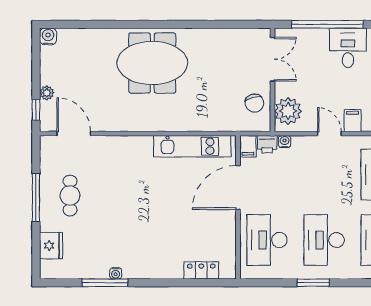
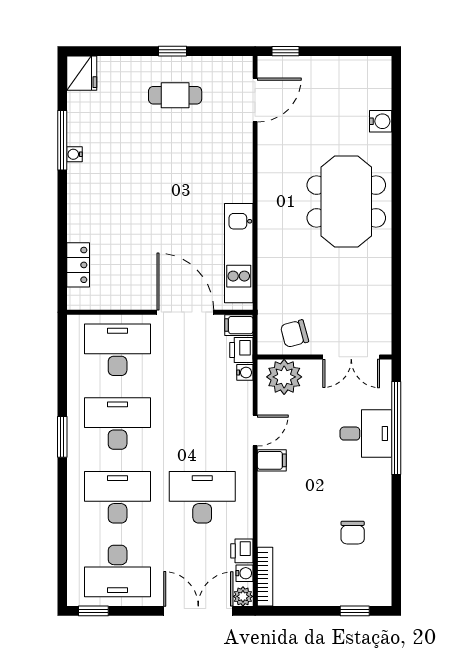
water cooler: (48, 36) -> (381, 121), moved
desk: (348, 48) -> (366, 434), moved
plant: (47, 93) -> (308, 65), removed
window: (36, 197) -> (173, 51), width x0.46
fridge: (51, 246) -> (82, 73), moved, turned -90
window: (313, 283) -> (62, 437), moved

